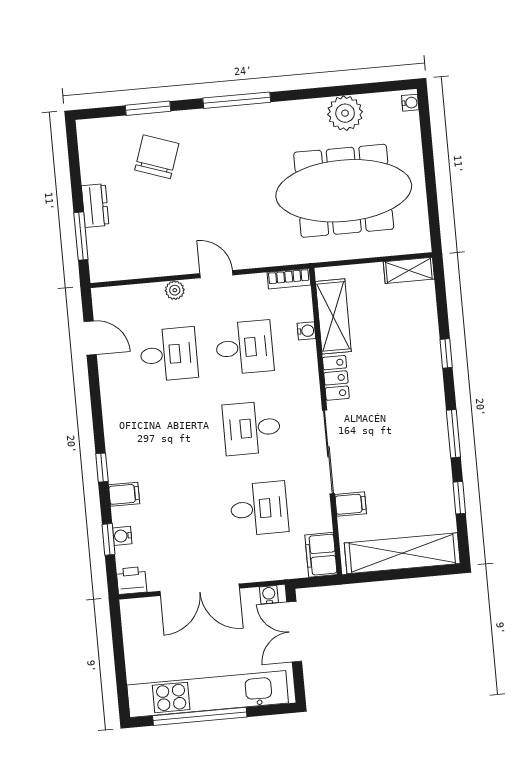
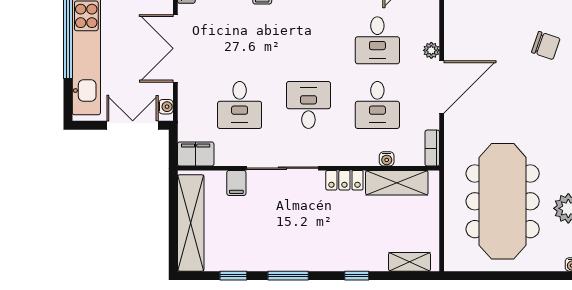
chair: (157, 157) -> (546, 45), width x0.73, depth x0.73
shelving: (409, 270) -> (409, 262), moved, turned 90
door: (216, 274) -> (442, 87), width x1.88

